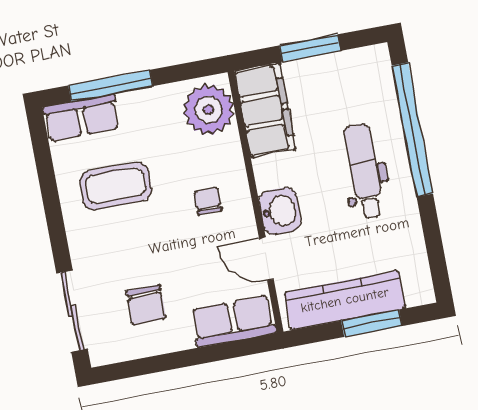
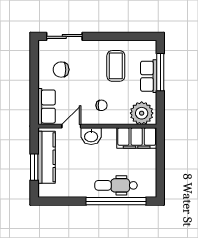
window: (310, 48) -> (160, 163), removed
row of seats: (81, 118) -> (149, 76), moved
dental chair: (364, 171) -> (116, 185), moved, turned 180

